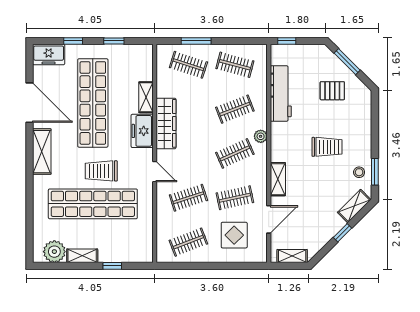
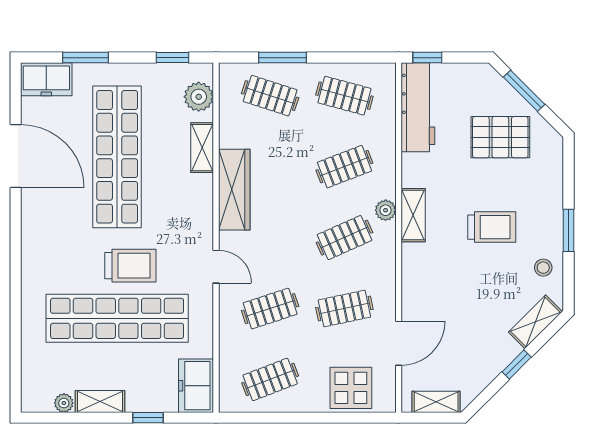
window: (73, 41) -> (86, 58), width x1.50
window: (114, 41) -> (173, 58), moved
plant: (144, 65) -> (199, 97), added
pallet: (332, 91) -> (500, 137), width x1.50, depth x1.42
workbench: (281, 93) -> (418, 107), moved
freezer: (142, 131) -> (196, 386), moved
shelving: (42, 152) -> (35, 235), removed
trolley: (101, 171) -> (130, 266), turned 180
window: (375, 172) -> (568, 230), moved
shelving: (278, 179) -> (413, 215), moved
display table: (234, 235) -> (351, 388), moved
plant: (54, 252) -> (64, 403), width x0.53, depth x0.53

